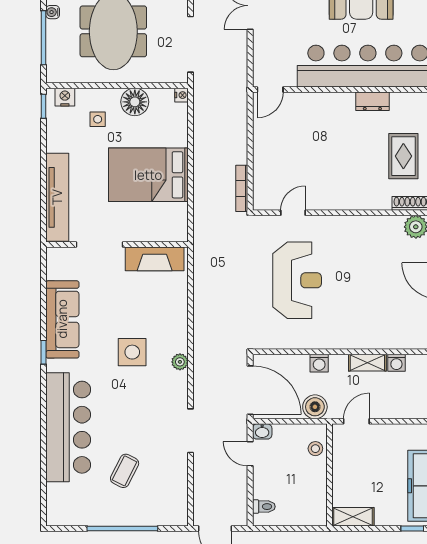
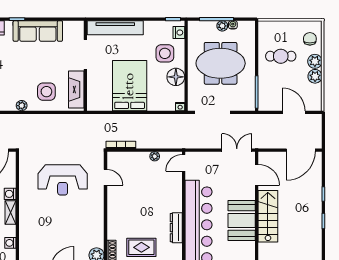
plant: (54, 29) -> (222, 26), added
door: (270, 90) -> (184, 163), hinge flipped
dresser: (372, 101) -> (176, 228), width x1.44
side table: (98, 119) -> (165, 53), width x1.87, depth x1.87
plant: (260, 135) -> (155, 156), added
side table: (132, 352) -> (46, 92), moved
plant: (180, 362) -> (22, 106), moved
shelving: (367, 363) -> (10, 213), moved

